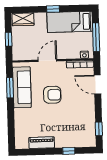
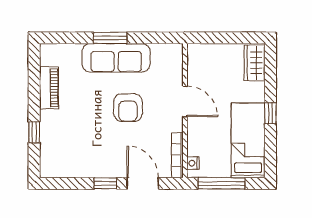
window: (9, 39) -> (222, 38), removed
door: (97, 85) -> (143, 183), hinge flipped
sofa: (22, 87) -> (116, 58), moved
window: (10, 88) -> (110, 38), moved
window: (99, 129) -> (105, 183), moved

